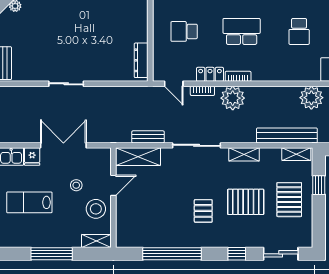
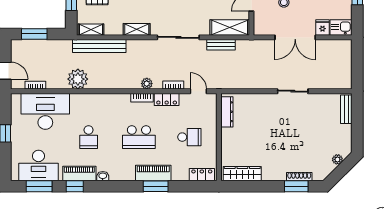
school desk: (299, 31) -> (89, 137), turned 180
plant: (233, 98) -> (147, 84), width x0.53, depth x0.53

